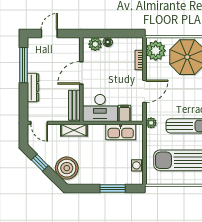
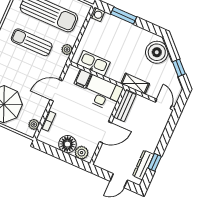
floor lamp: (108, 42) -> (67, 144), width x1.89, depth x1.89
plant: (156, 51) -> (34, 124), width x0.53, depth x0.53
window: (24, 65) -> (155, 162), width x0.46
dresser: (33, 87) -> (143, 165), moved
plant: (151, 123) -> (67, 49), moved
washing machine: (137, 165) -> (97, 14), moved

